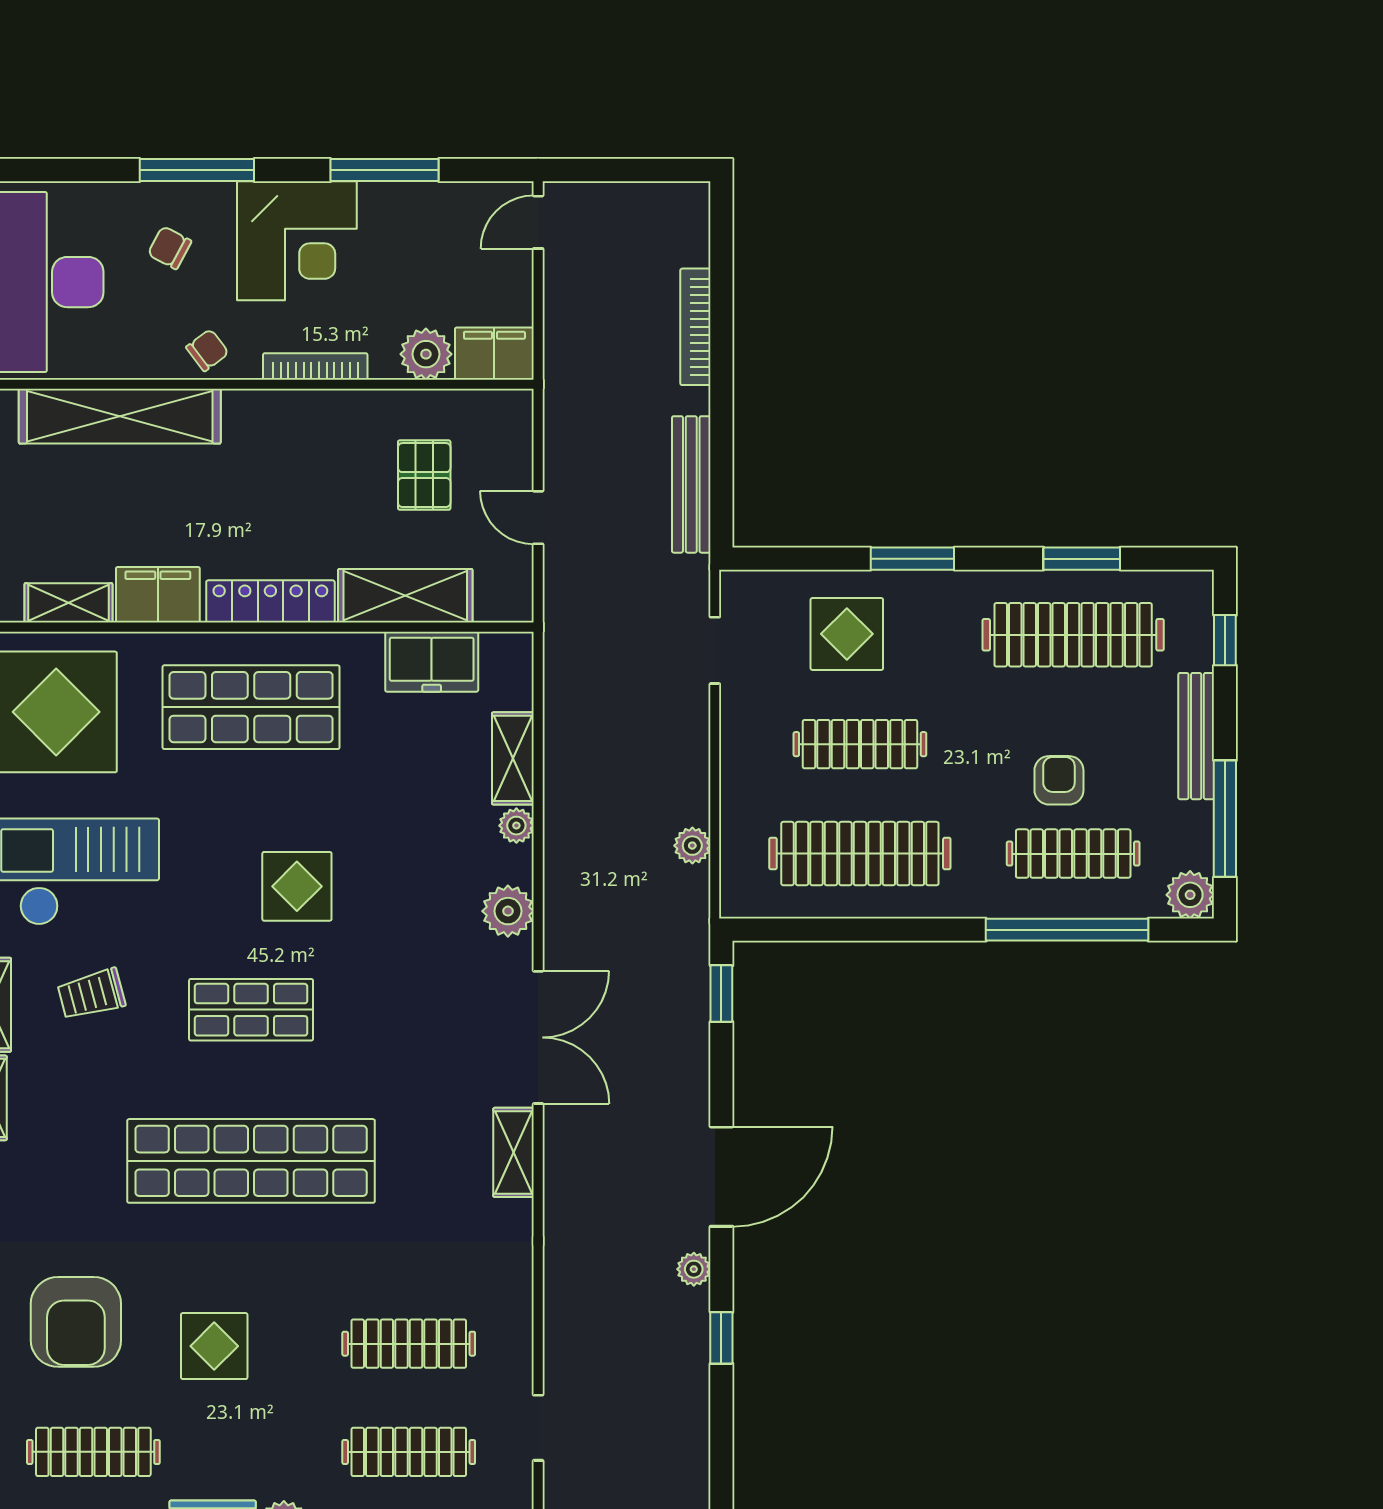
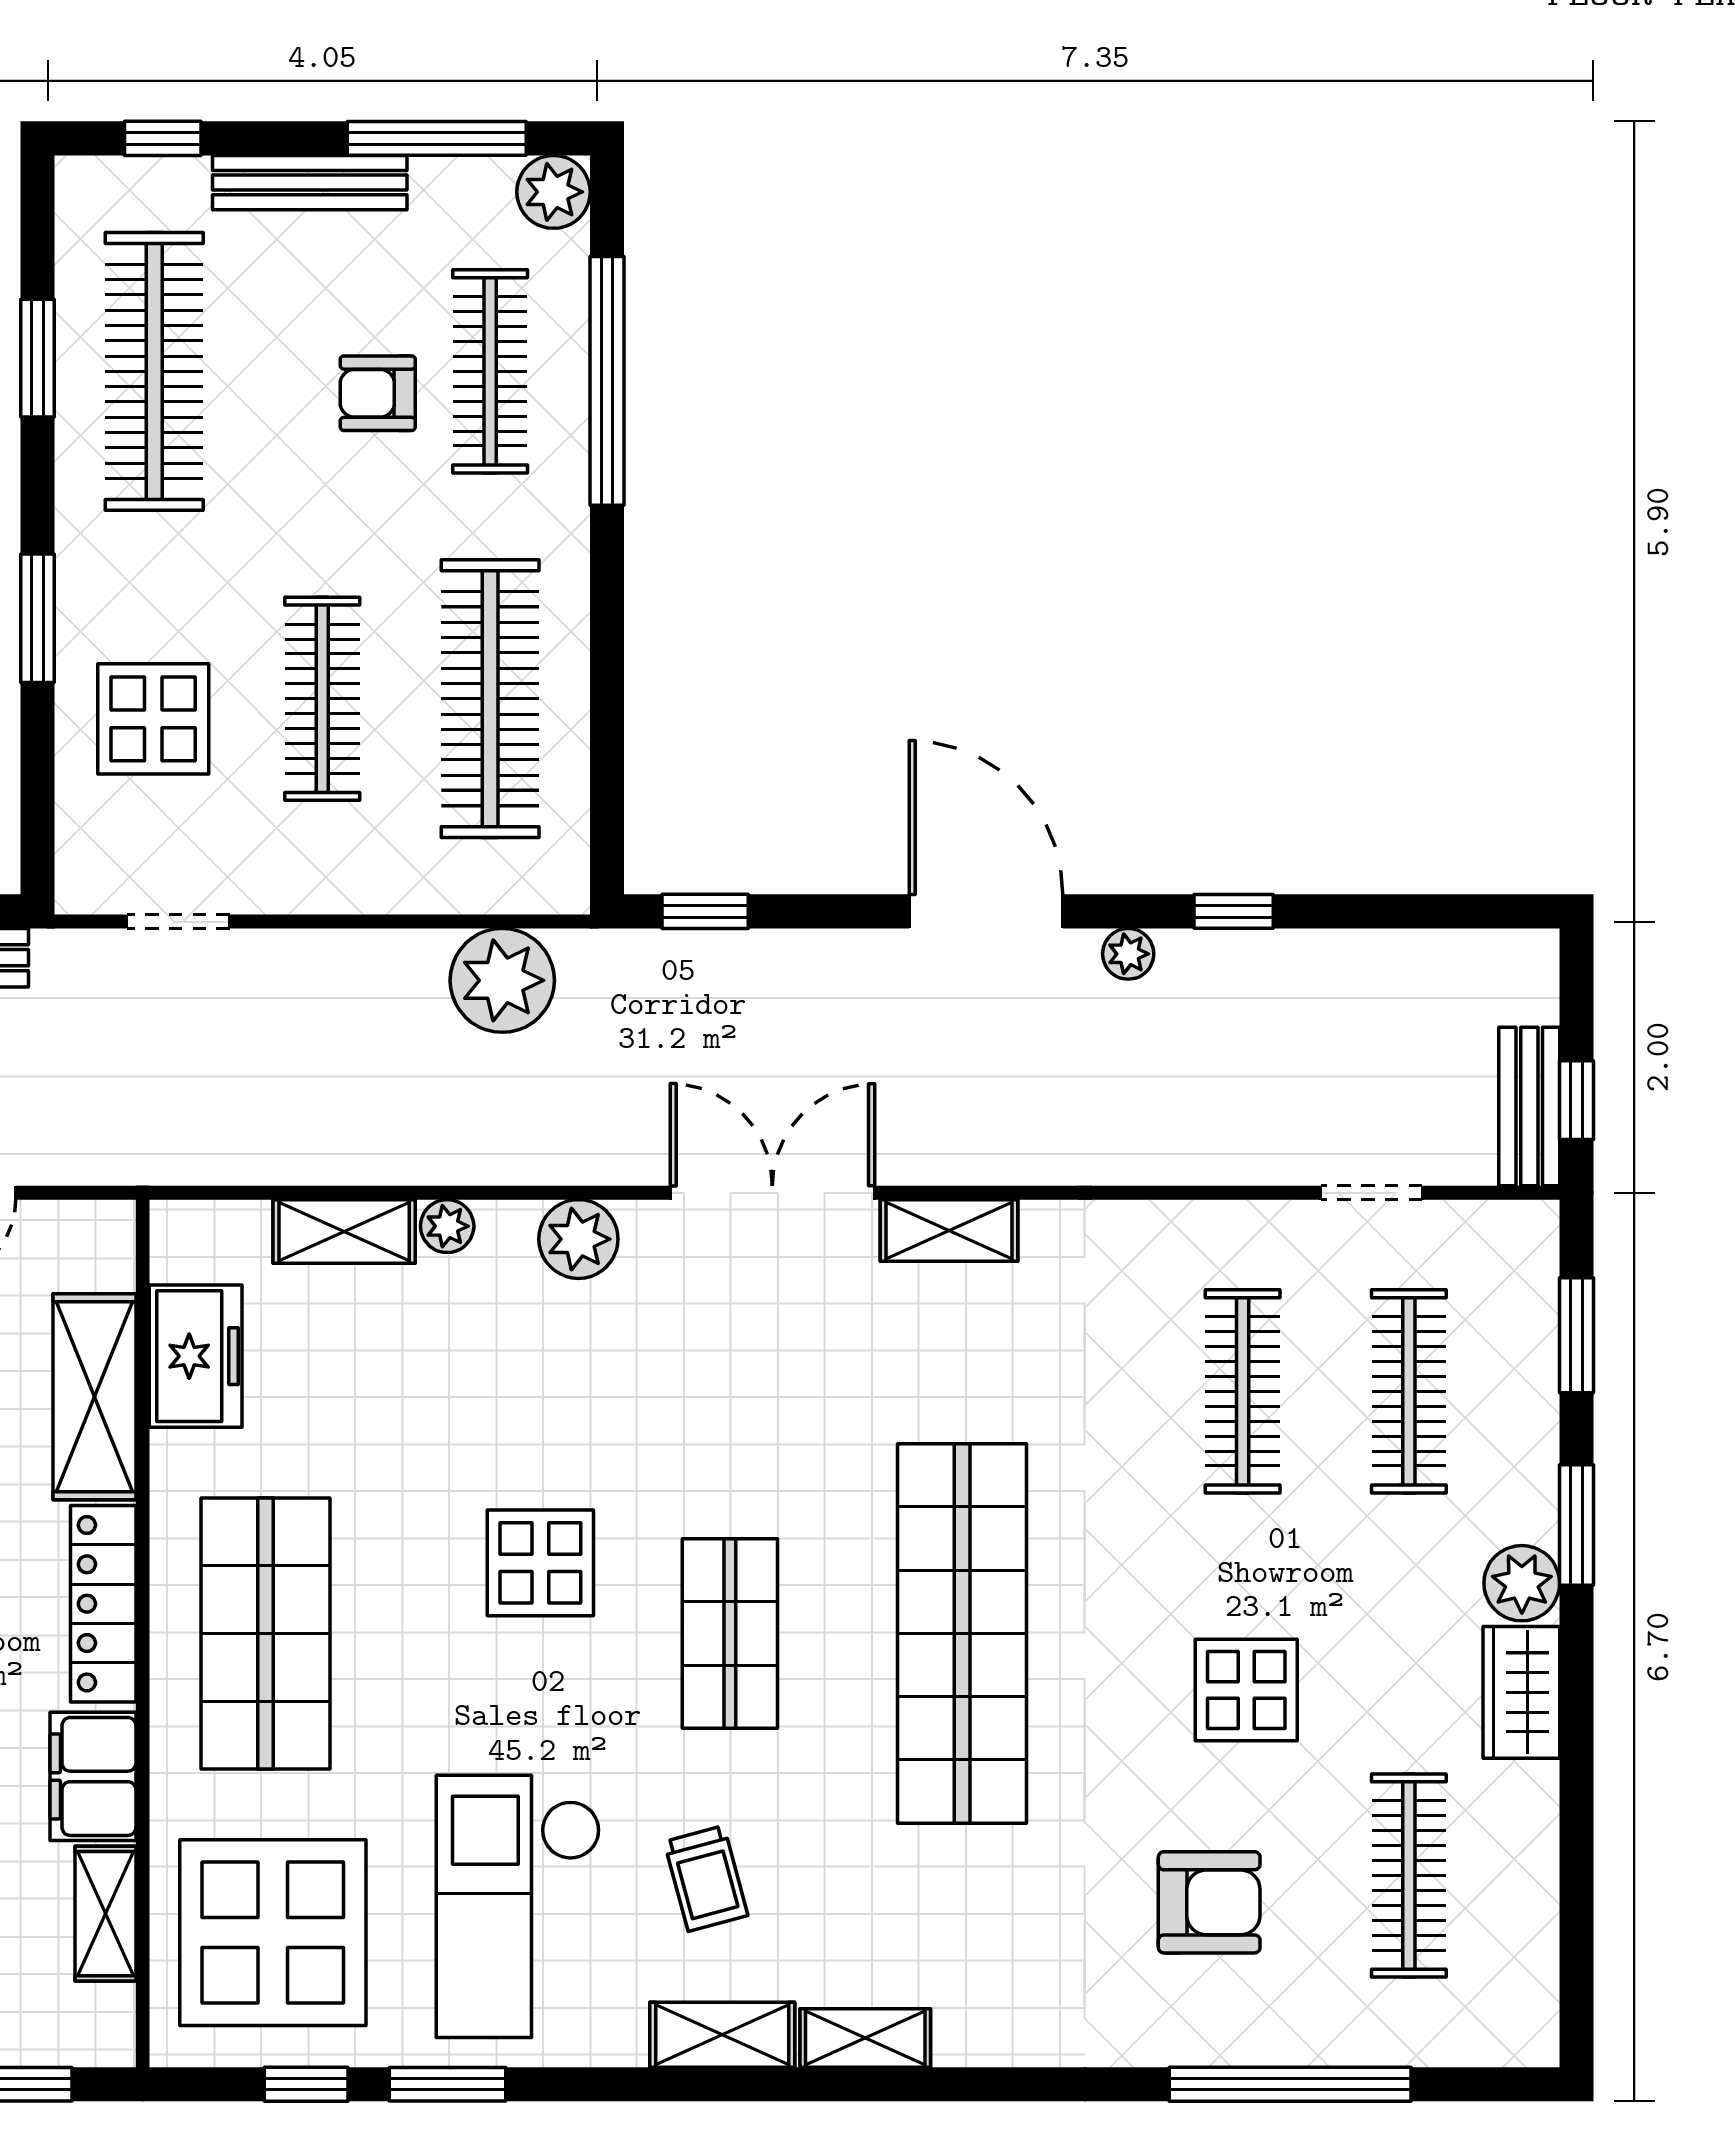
plant: (692, 846) -> (502, 980), width x1.87, depth x1.87
armchair: (76, 1322) -> (1209, 1902), width x0.73, depth x0.73

